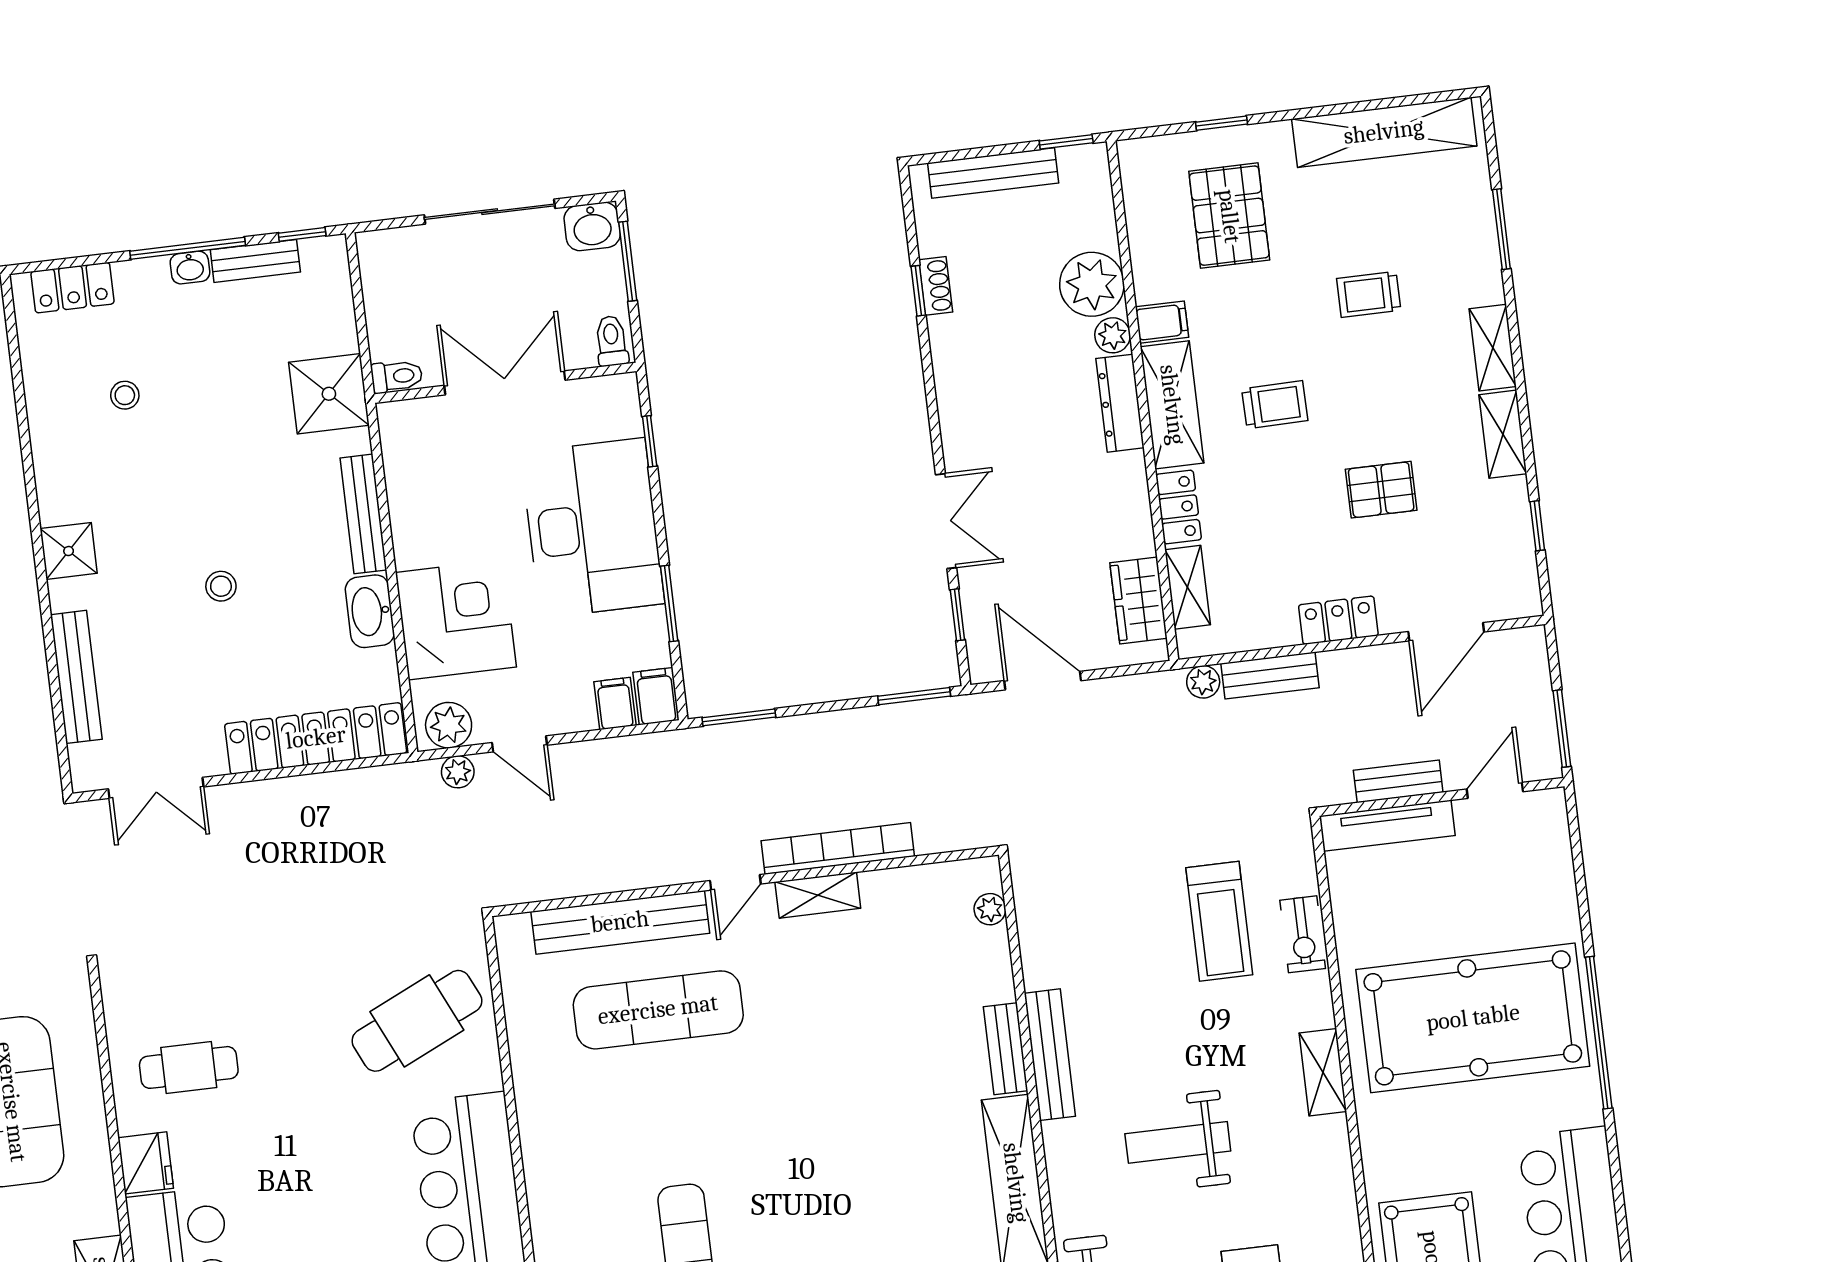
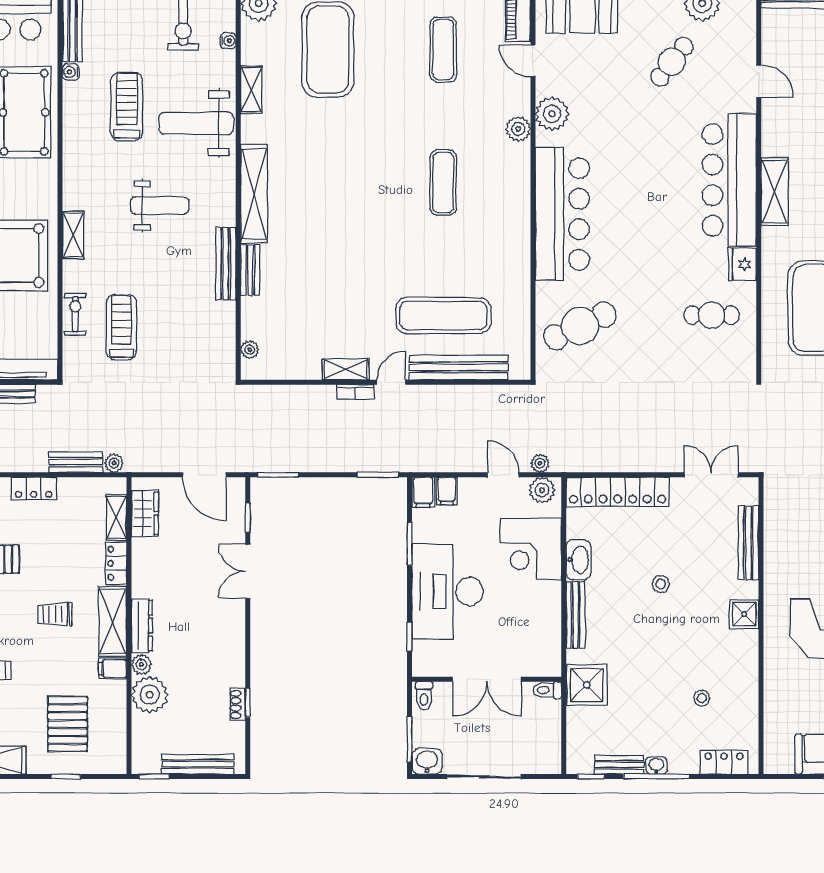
bookcase: (838, 848) -> (355, 392), width x0.43, depth x0.76

